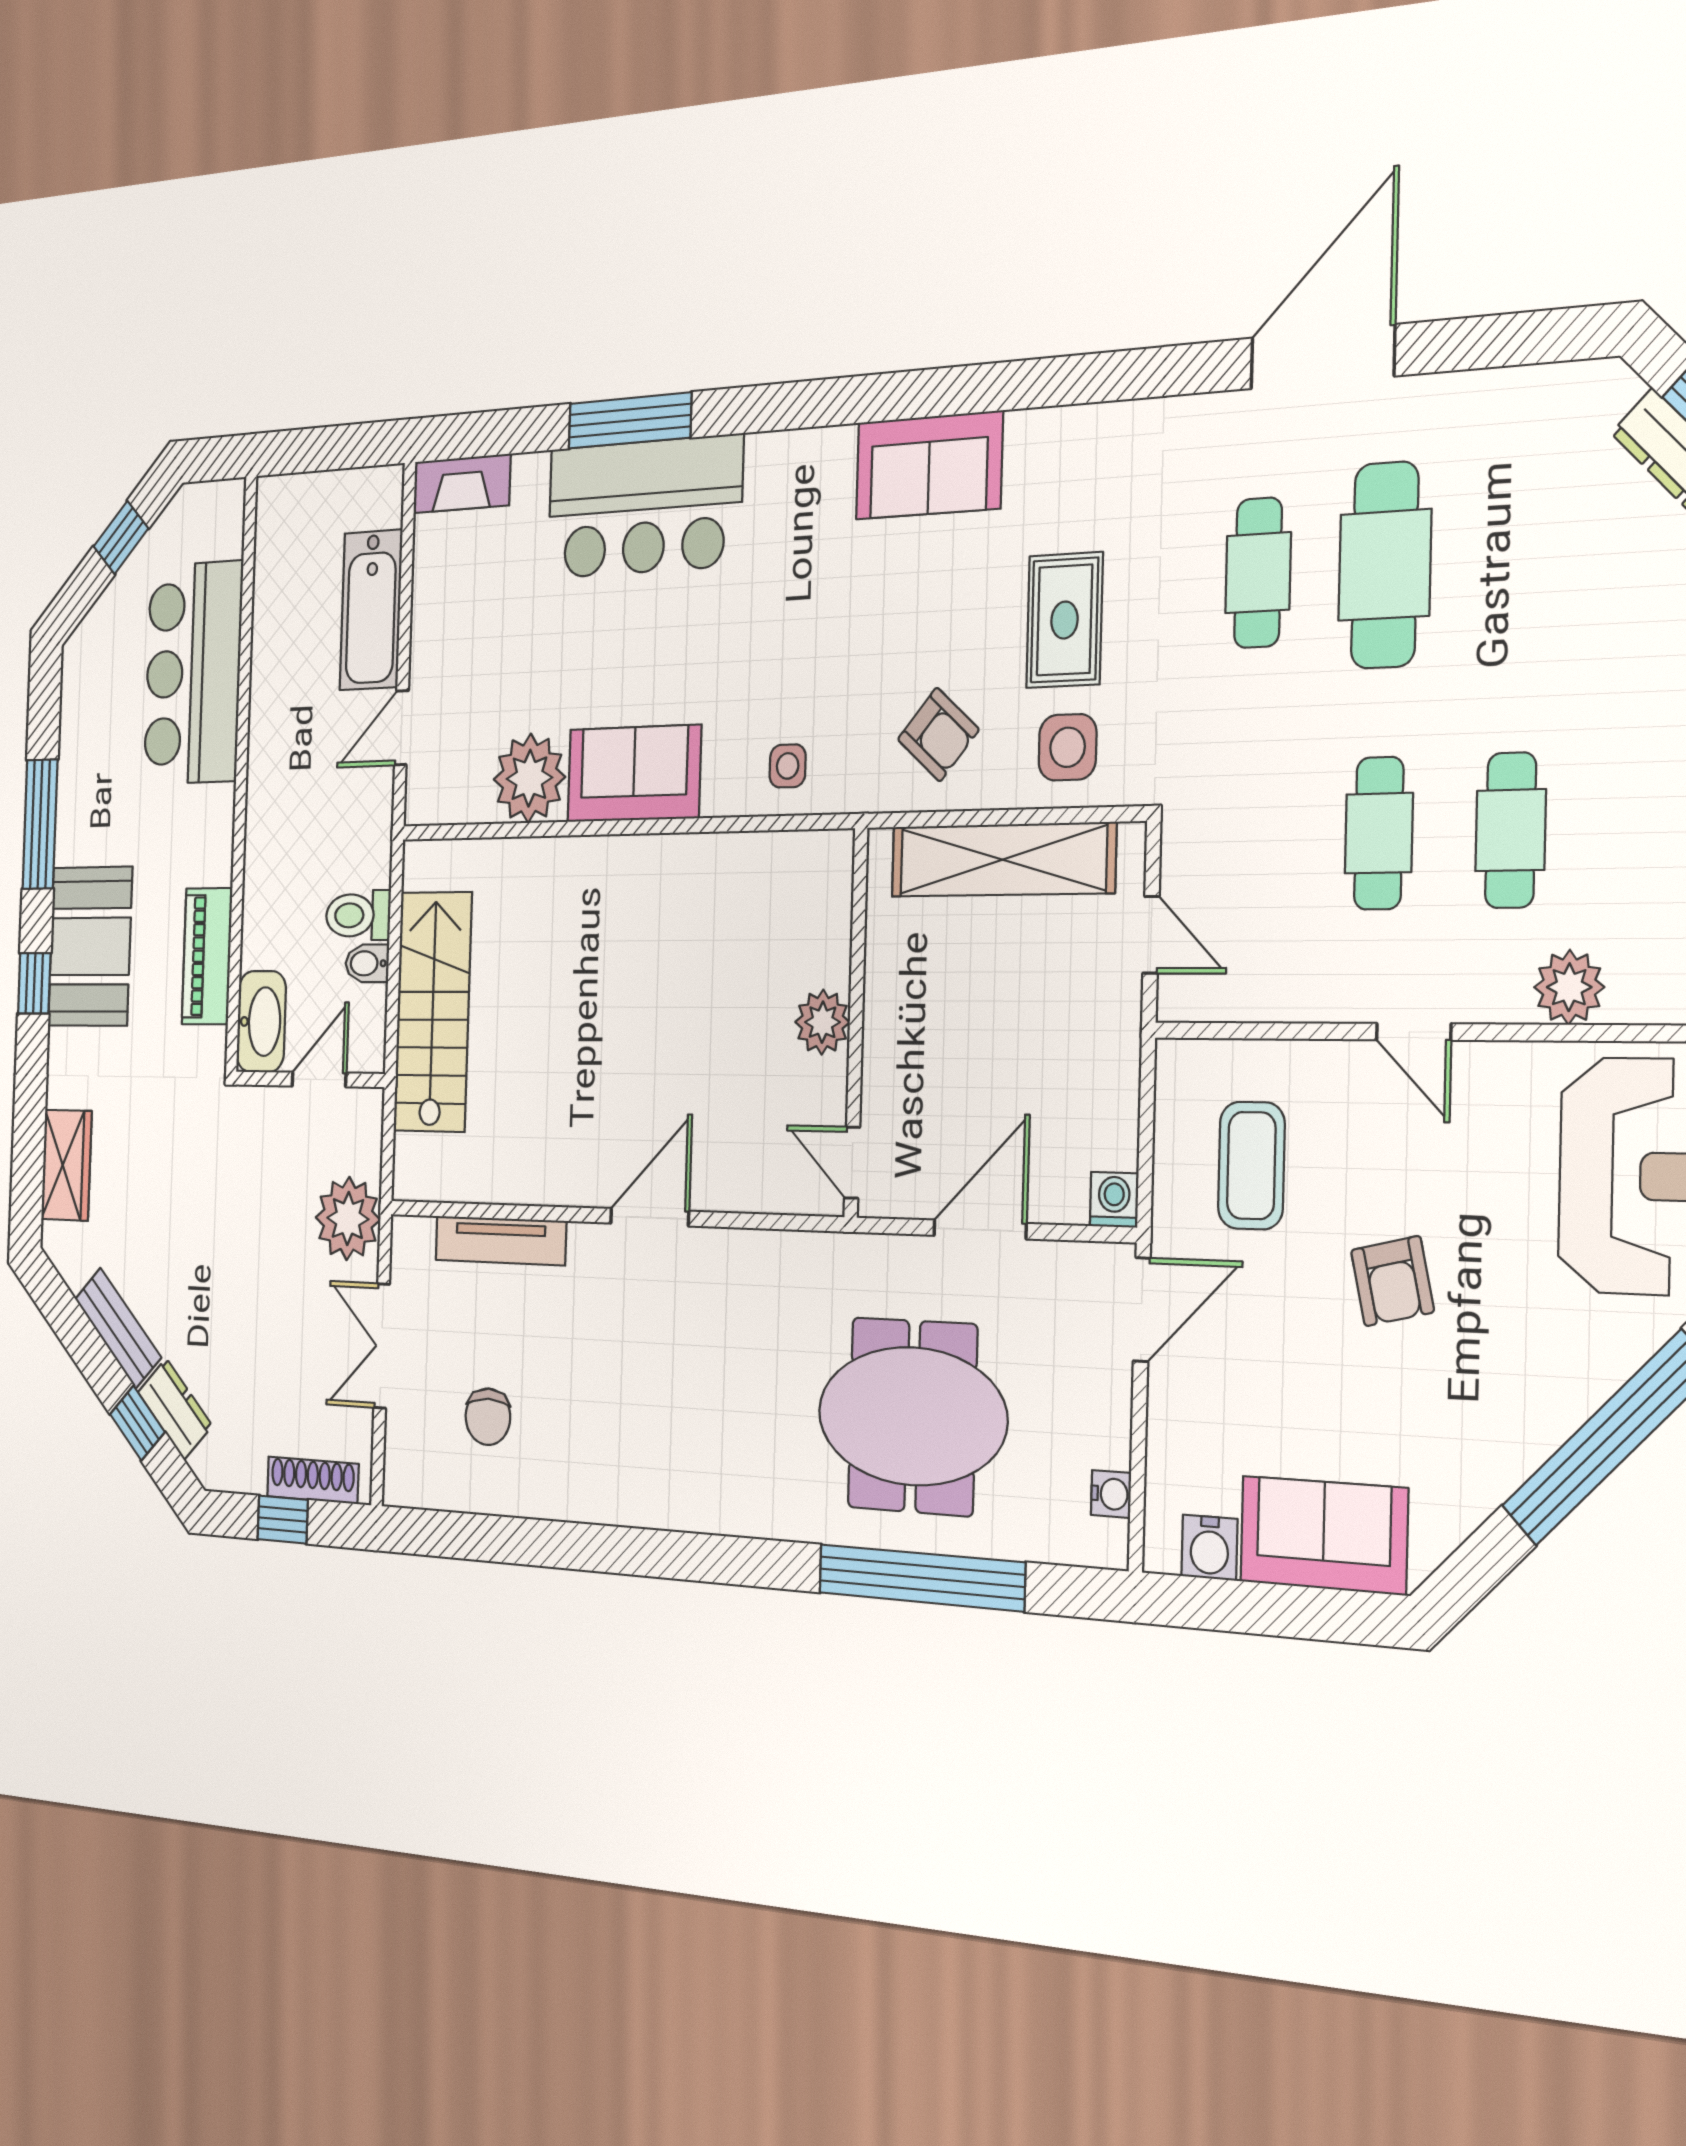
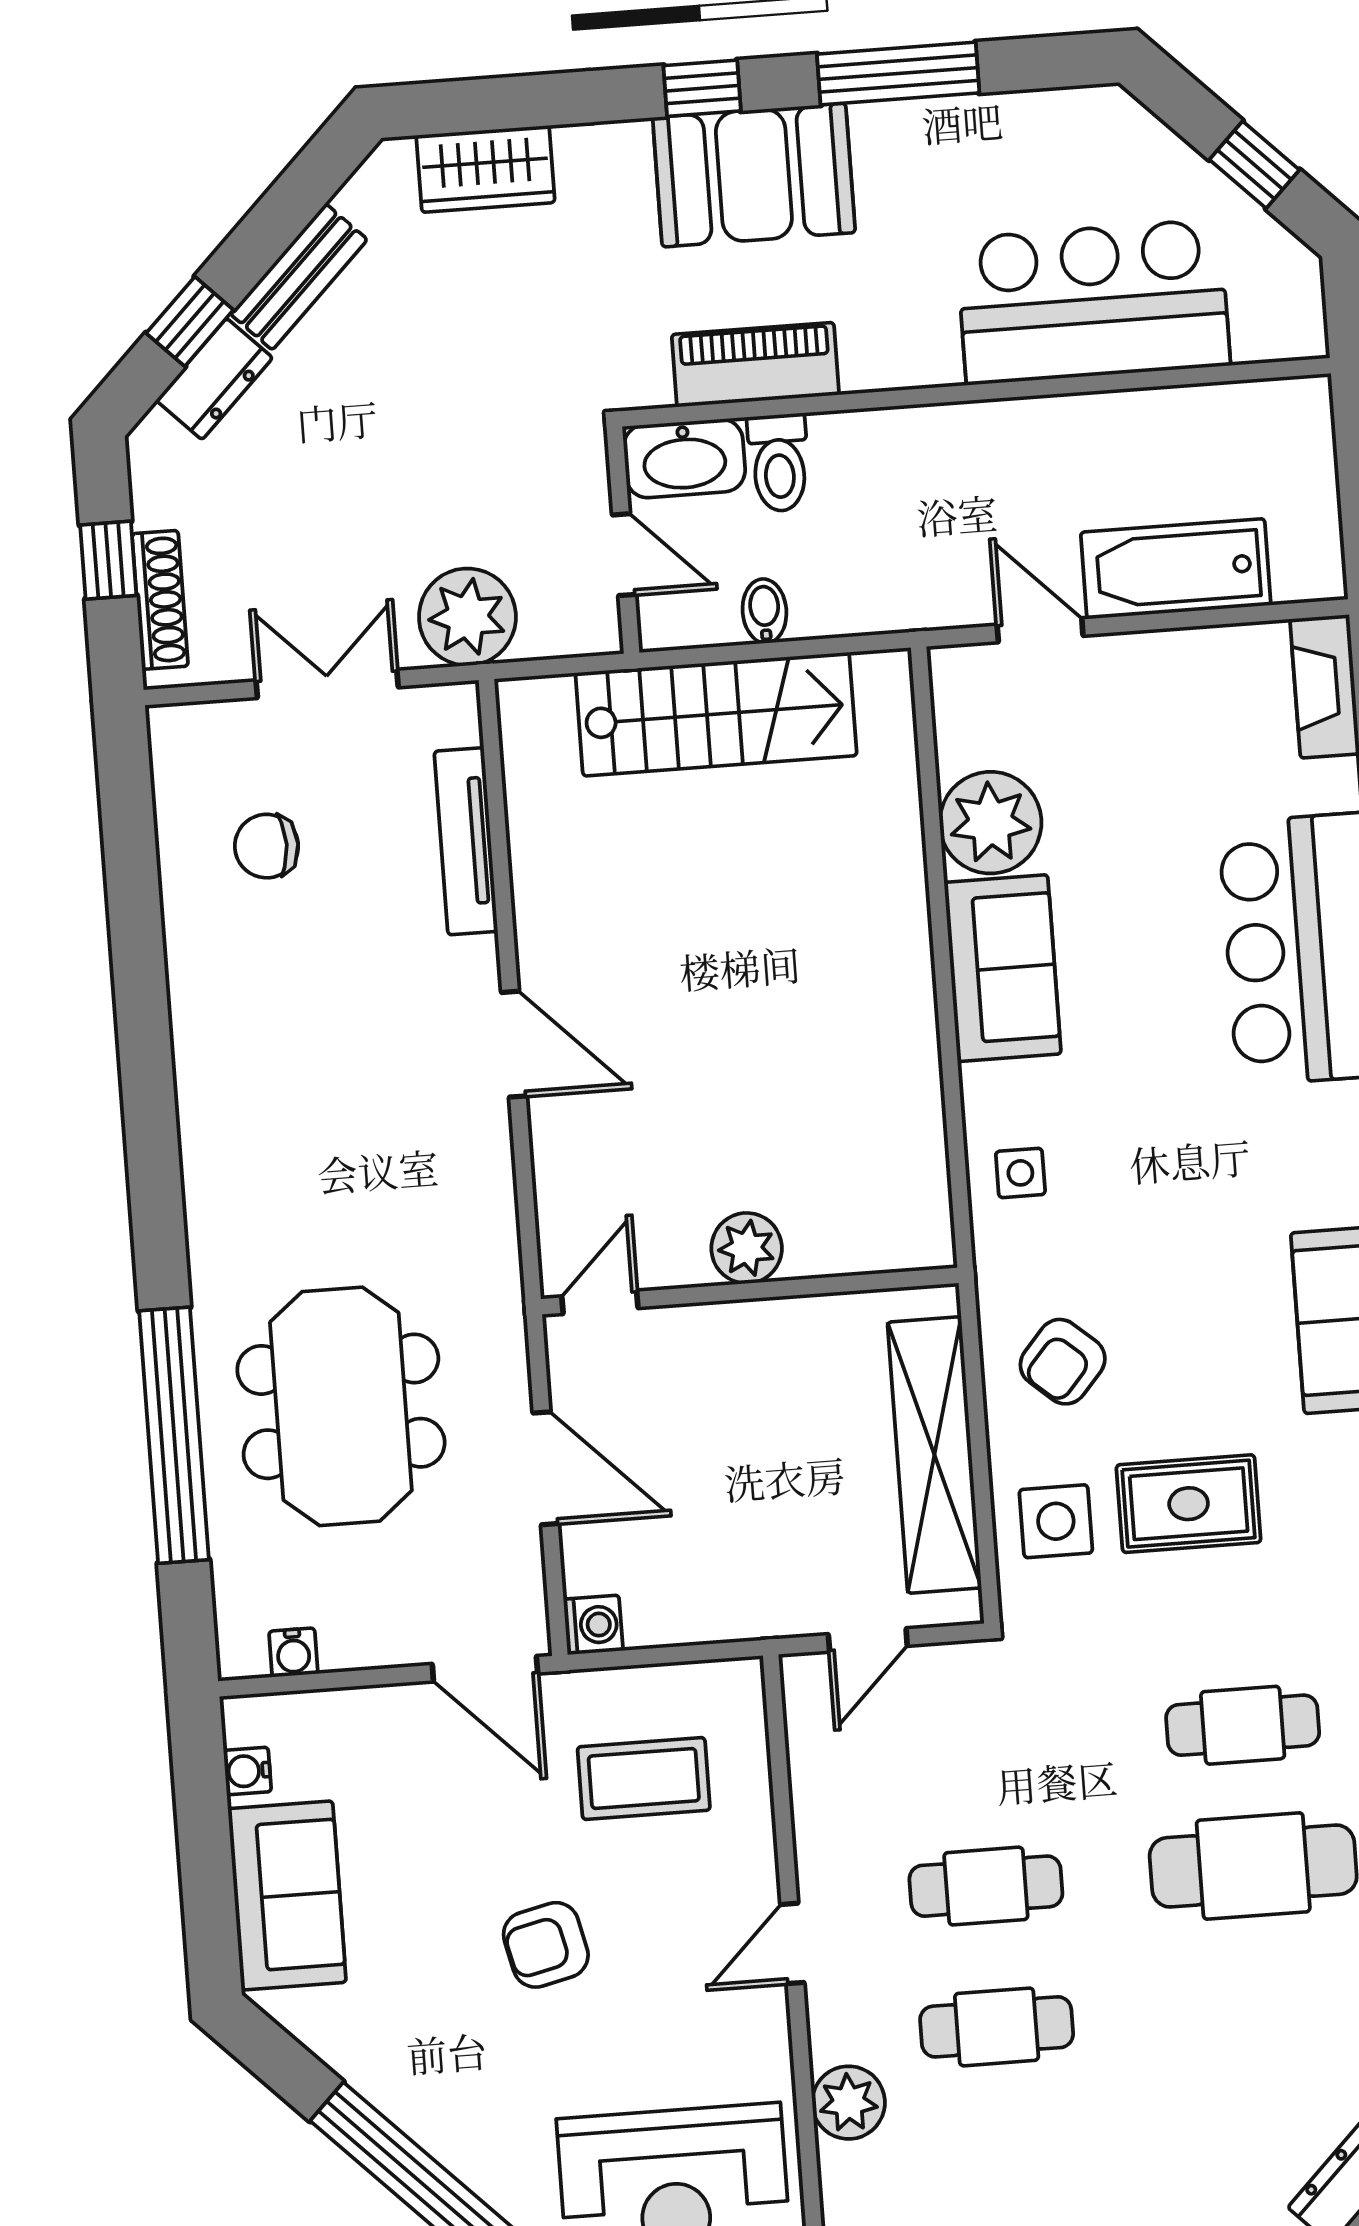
toilet: (358, 915) -> (779, 463), moved, turned 180
water cooler: (1209, 1548) -> (247, 1771), width x0.72, depth x0.72

